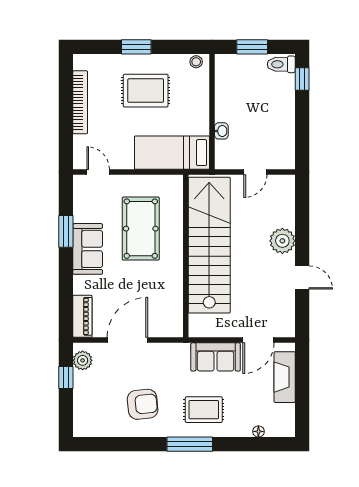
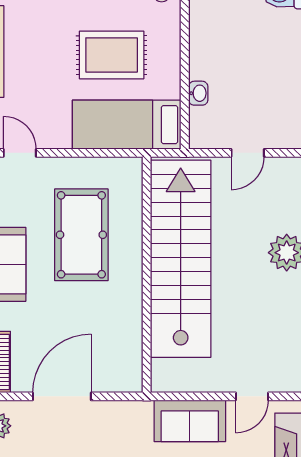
rug: (146, 91) -> (112, 55), moved
door: (258, 340) -> (252, 396), width x0.73

